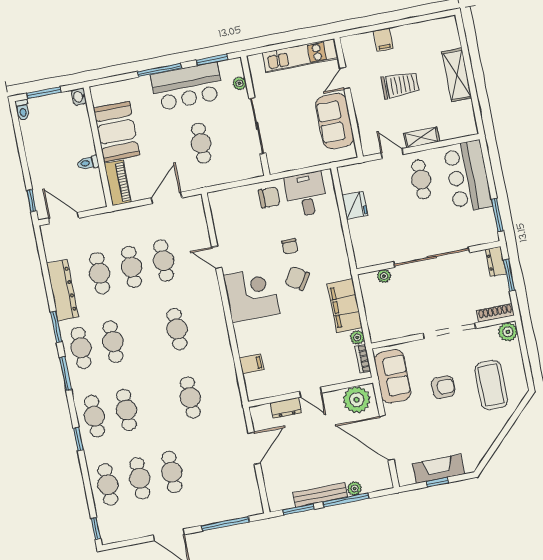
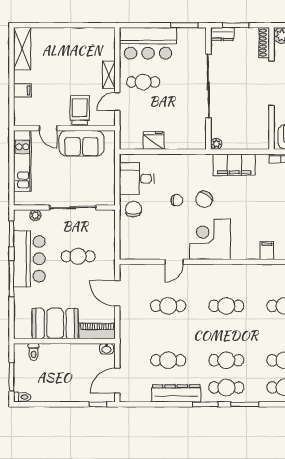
shelving: (457, 75) -> (22, 49), moved, turned 90
trolley: (400, 85) -> (80, 110), moved
washbasin: (79, 97) -> (107, 349), moved
toilet: (88, 163) -> (34, 352), moved
cafe table: (132, 267) -> (168, 333), removed
plant: (384, 276) -> (216, 144), moved
plant: (357, 337) -> (262, 160), removed

